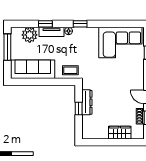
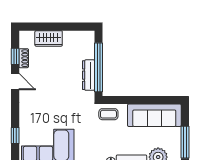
window: (79, 109) -> (98, 67), width x3.17

